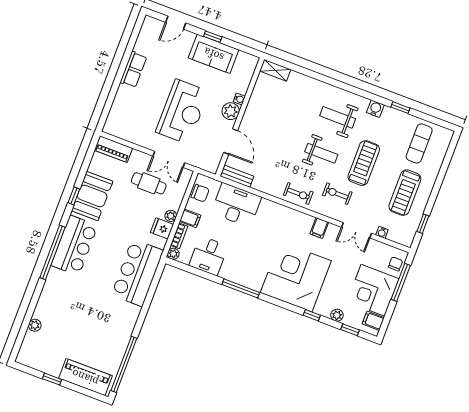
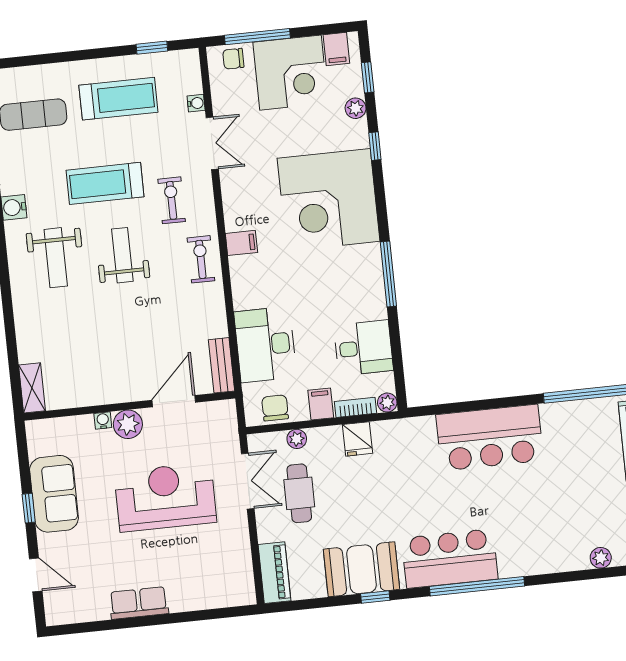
exercise bike: (337, 194) -> (172, 200), turned 180
plant: (171, 216) -> (297, 439), moved
filing cabinet: (319, 228) -> (241, 243), moved
bar counter: (137, 273) -> (490, 438), moved

